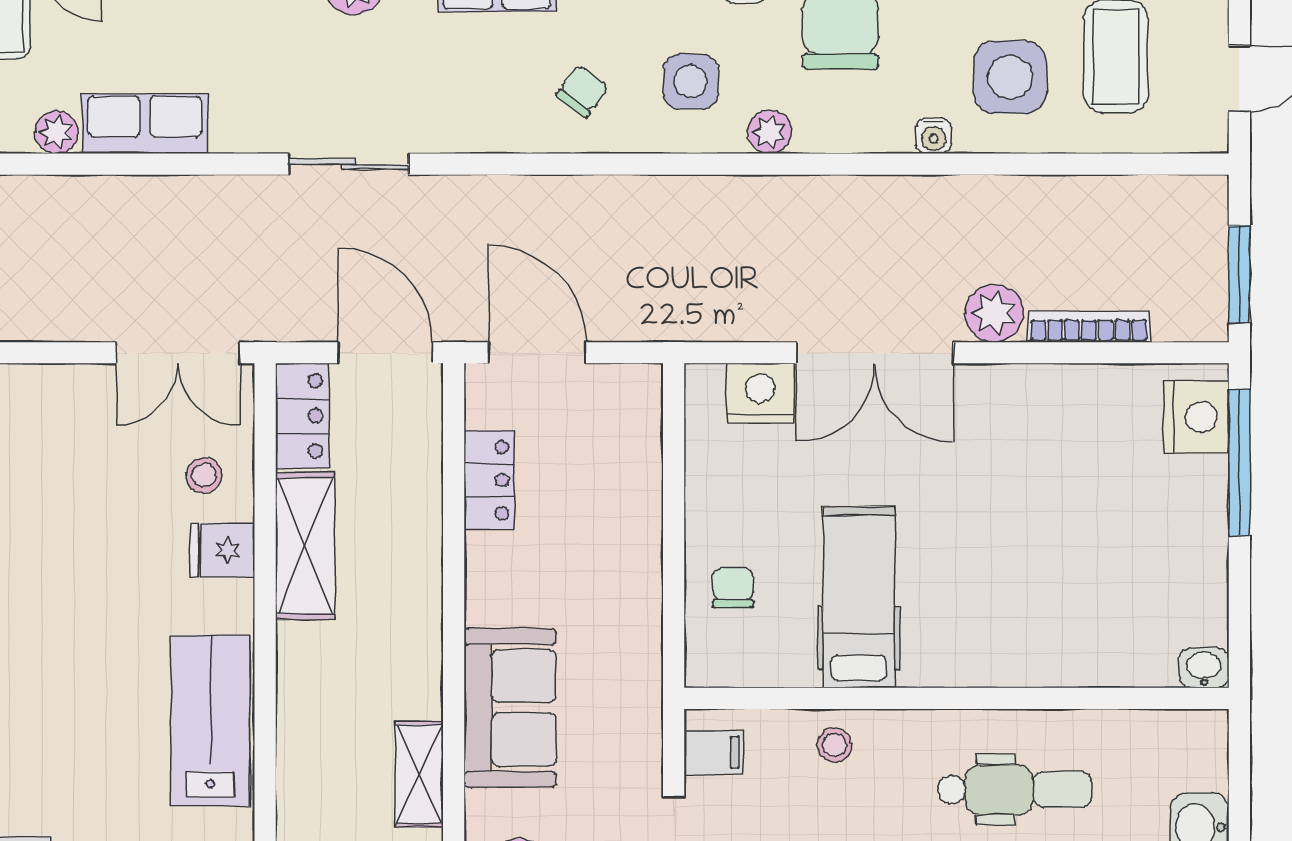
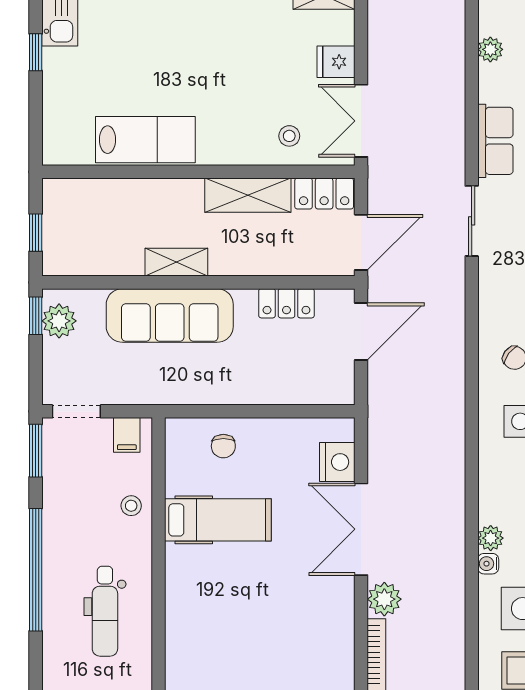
row of seats: (145, 124) -> (495, 141), moved
plant: (770, 132) -> (491, 538), moved
fridge: (222, 550) -> (336, 62), moved, turned -90
chair: (733, 588) -> (223, 446), turned 90
sofa: (510, 708) -> (170, 315), width x1.36
shelving: (419, 774) -> (176, 262), moved

